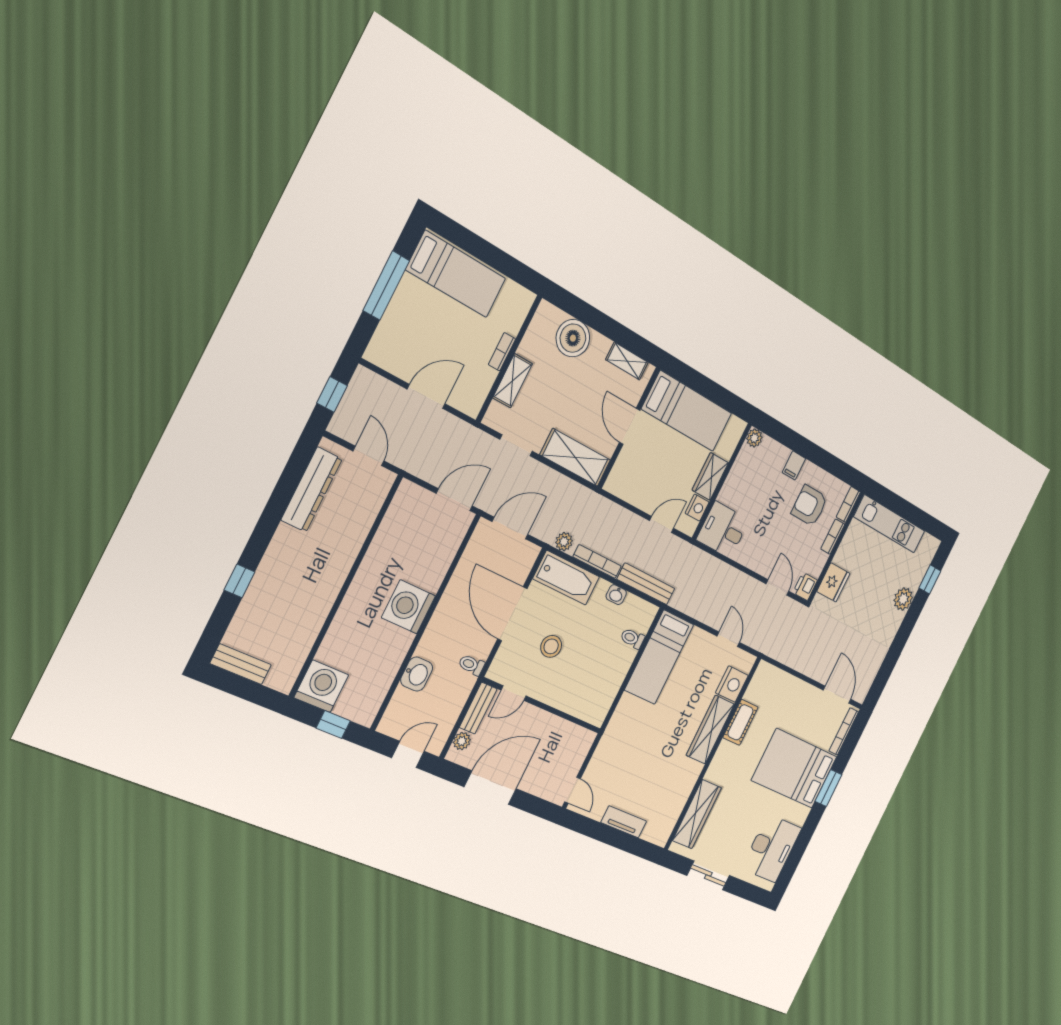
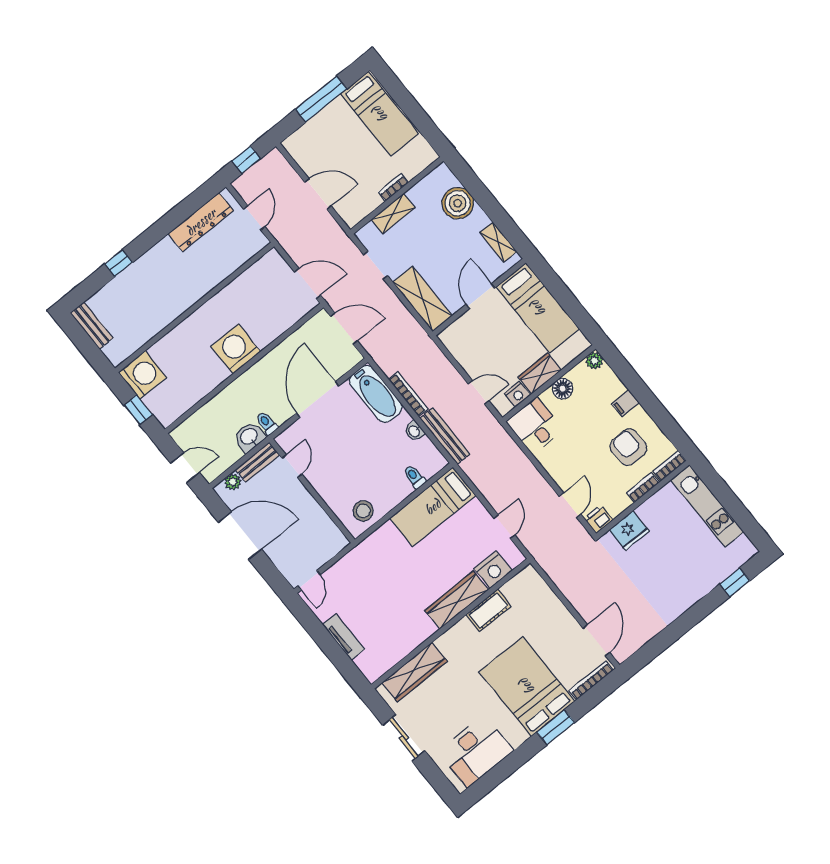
floor lamp: (735, 480) -> (563, 389), added
plant: (564, 542) -> (386, 363), removed
plant: (903, 599) -> (699, 586), removed
stool: (551, 646) -> (363, 511), moved
washbasin: (417, 674) -> (249, 437), moved, turned 180
door: (513, 693) -> (292, 466), swing flipped

